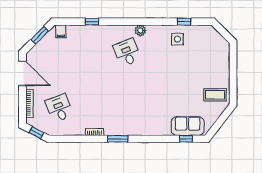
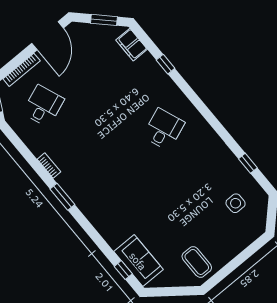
plant: (140, 30) -> (199, 124), removed
filing cabinet: (61, 31) -> (132, 45), width x2.00
side table: (177, 39) -> (236, 203), moved

